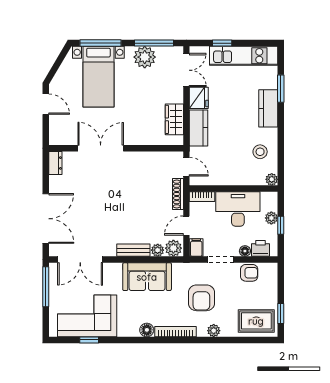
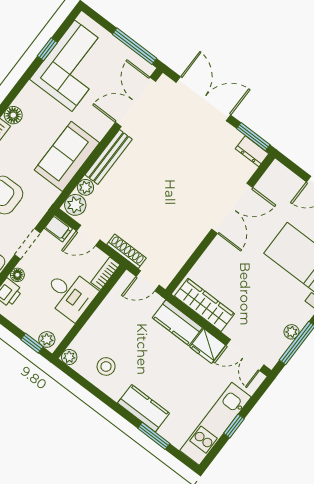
window: (222, 43) -> (234, 426), moved
plant: (145, 57) -> (292, 332), width x0.53, depth x0.53
wardrobe: (174, 119) -> (205, 305), width x1.50
window: (46, 169) -> (253, 137), added
desk: (238, 209) -> (70, 294), width x0.73
plant: (271, 218) -> (47, 339), moved
double door: (46, 219) -> (203, 99), swing flipped
window: (281, 225) -> (32, 343), moved
door: (186, 226) -> (88, 235), swing flipped
bench: (133, 250) -> (109, 157), width x1.36

